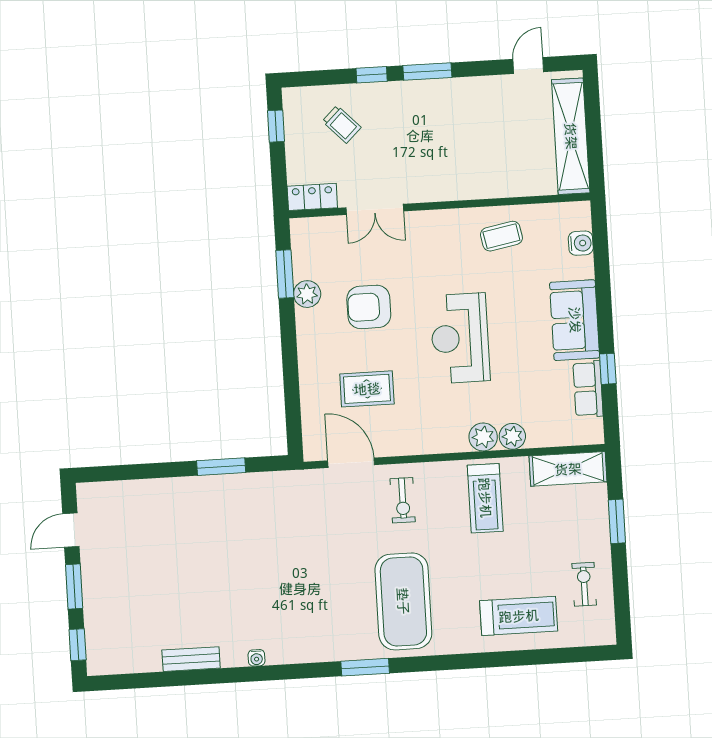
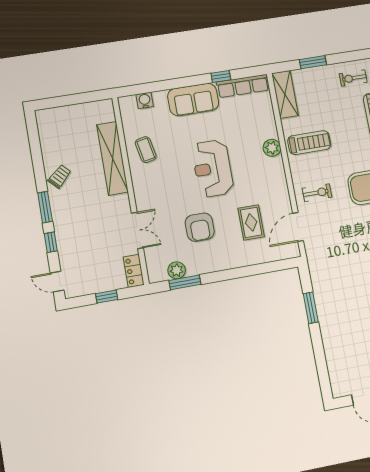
door: (528, 66) -> (57, 282), moved
trolley: (342, 124) -> (60, 176), moved
window: (276, 126) -> (107, 297), moved
shelving: (571, 136) -> (112, 158), moved, turned 90
plant: (307, 294) -> (177, 270), moved
reception desk: (460, 338) -> (213, 168), turned 90
row of seats: (588, 389) -> (243, 86), width x1.48
plant: (512, 436) -> (269, 130), removed

